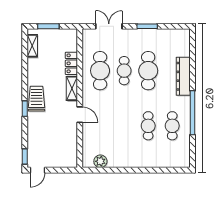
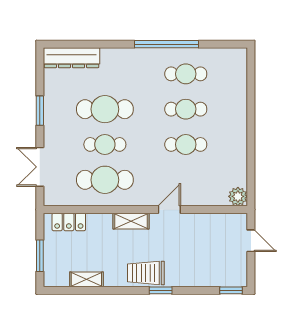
shelving: (32, 46) -> (86, 279), moved
locker: (71, 63) -> (69, 222), moved
dresser: (183, 76) -> (71, 58), moved
cafe table: (124, 126) -> (186, 144), added
plant: (100, 161) -> (238, 196), moved
door: (37, 170) -> (251, 241), moved

